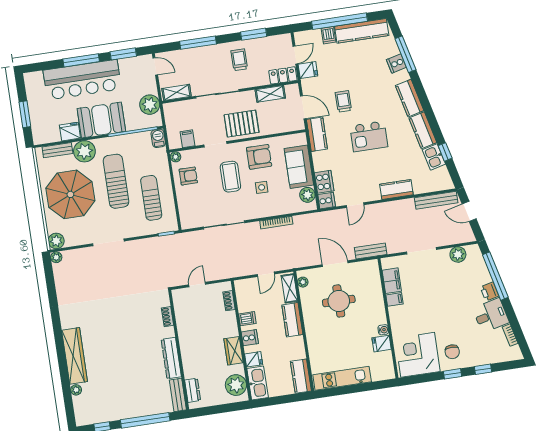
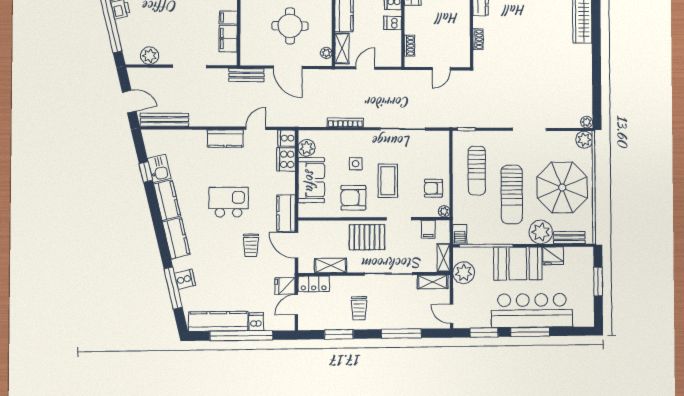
shelving: (170, 115) -> (444, 258), added
kitchen counter: (396, 189) -> (225, 139), moved

